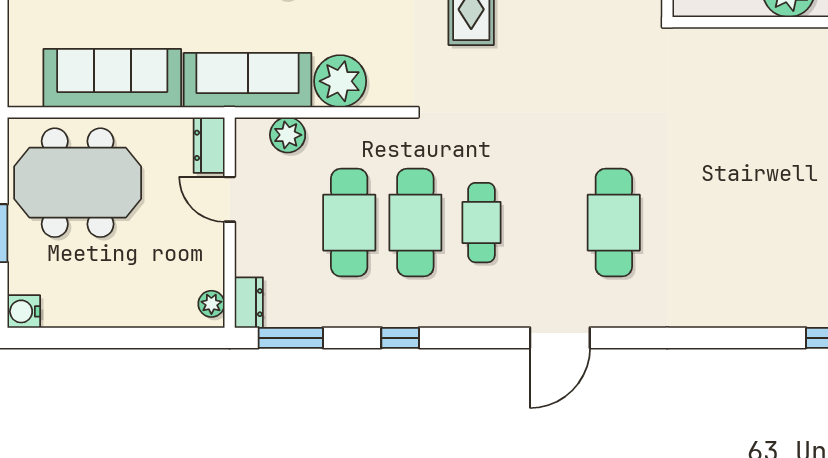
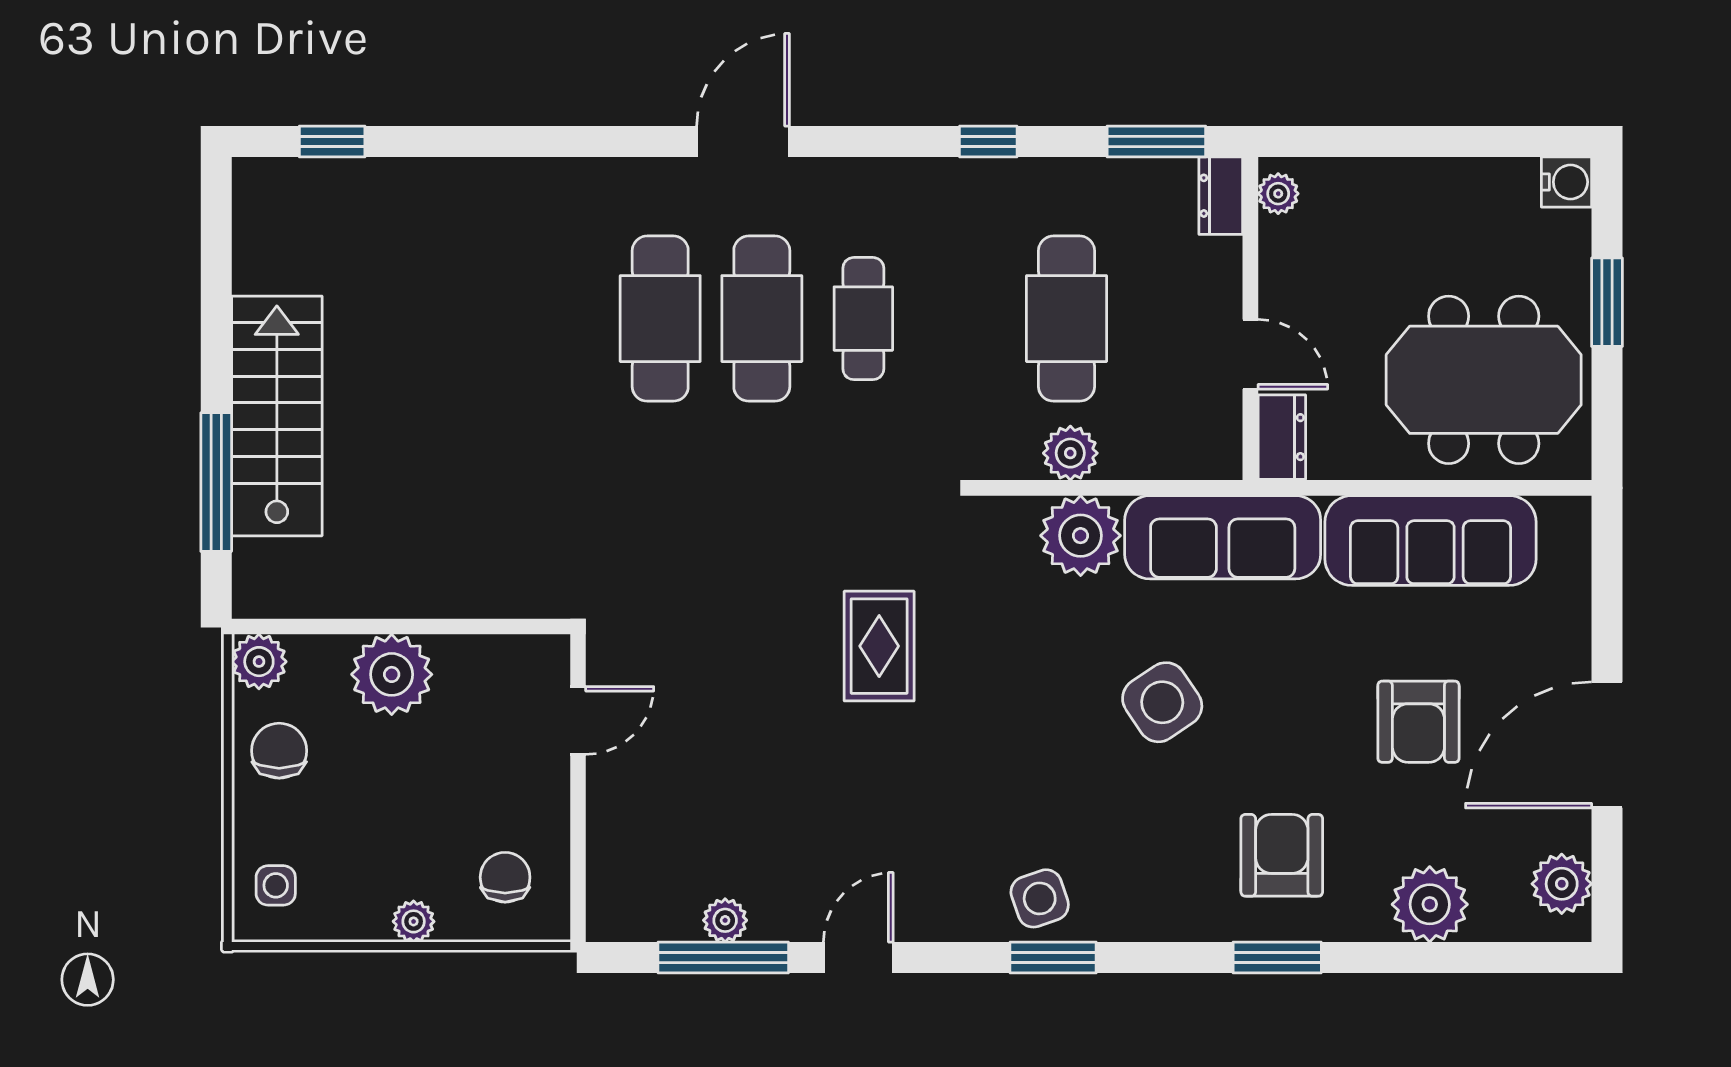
plant: (288, 135) -> (1070, 453), moved
cafe table: (415, 223) -> (762, 319), moved

